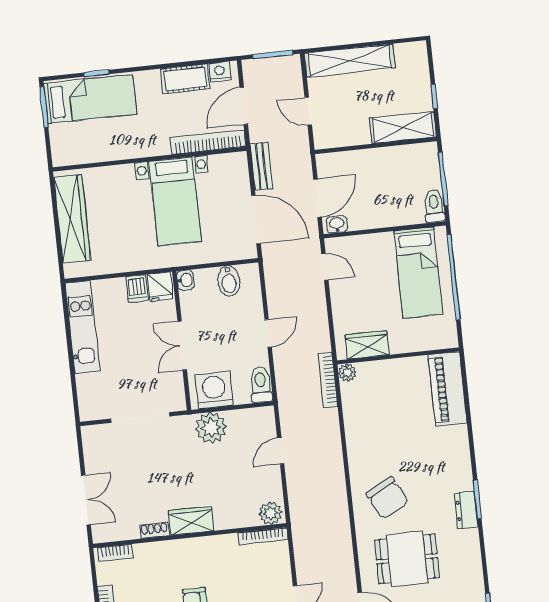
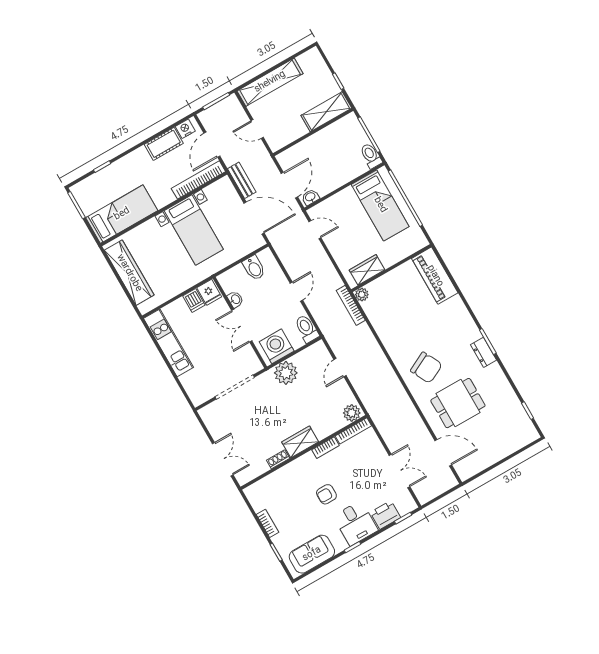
bed: (90, 99) -> (122, 214), moved
washbasin: (185, 280) -> (235, 299), moved
bookcase: (115, 553) -> (325, 448), moved

